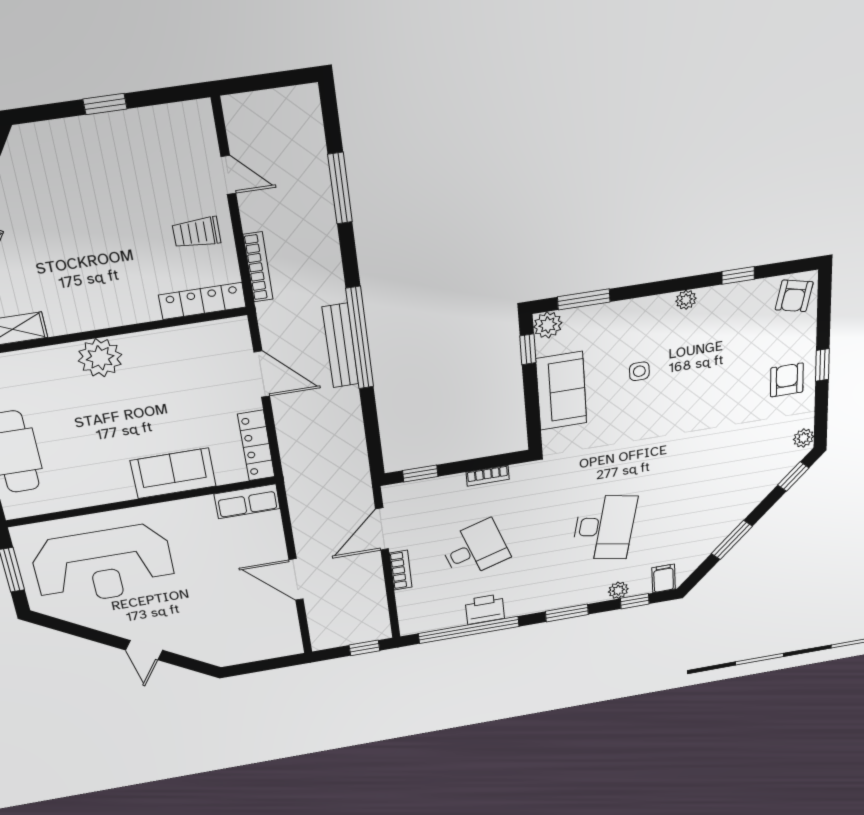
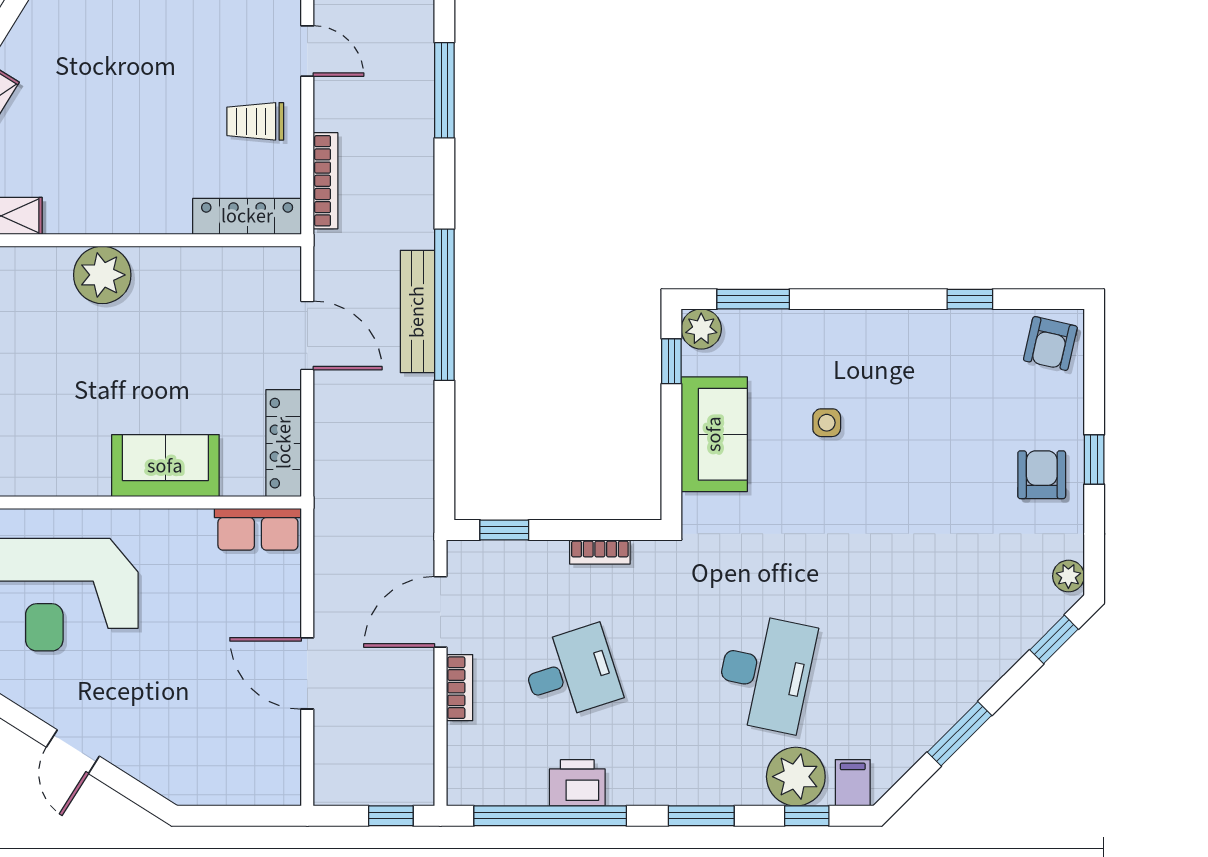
plant: (686, 300) -> (896, 324), removed
plant: (618, 590) -> (796, 777), width x1.88, depth x1.88

